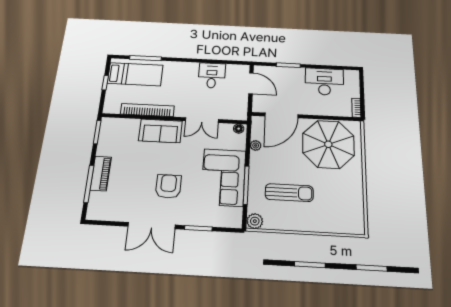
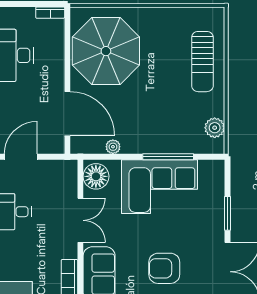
floor lamp: (239, 129) -> (96, 176), width x1.89, depth x1.89
armchair: (168, 186) -> (164, 268), moved
sun lounger: (289, 193) -> (202, 62), moved, turned 180
plant: (255, 221) -> (215, 128), moved

